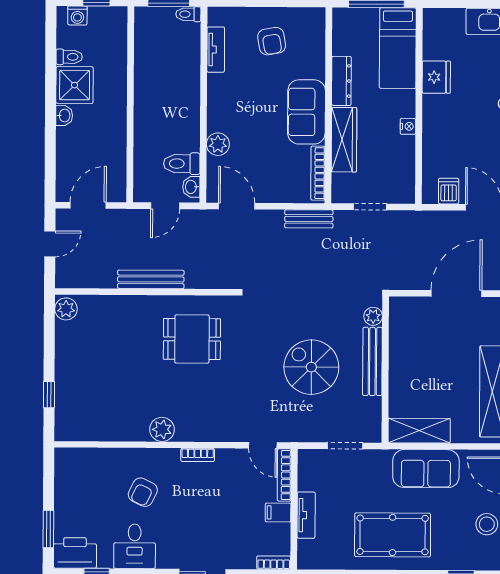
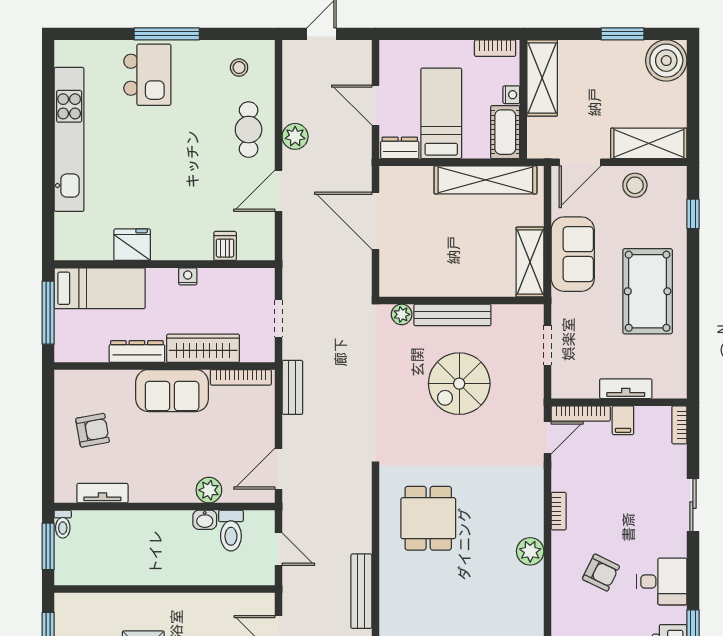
washbasin: (191, 187) -> (205, 520), moved
dishwasher: (449, 191) -> (225, 246), moved, turned 90
bench: (151, 279) -> (361, 591), moved

